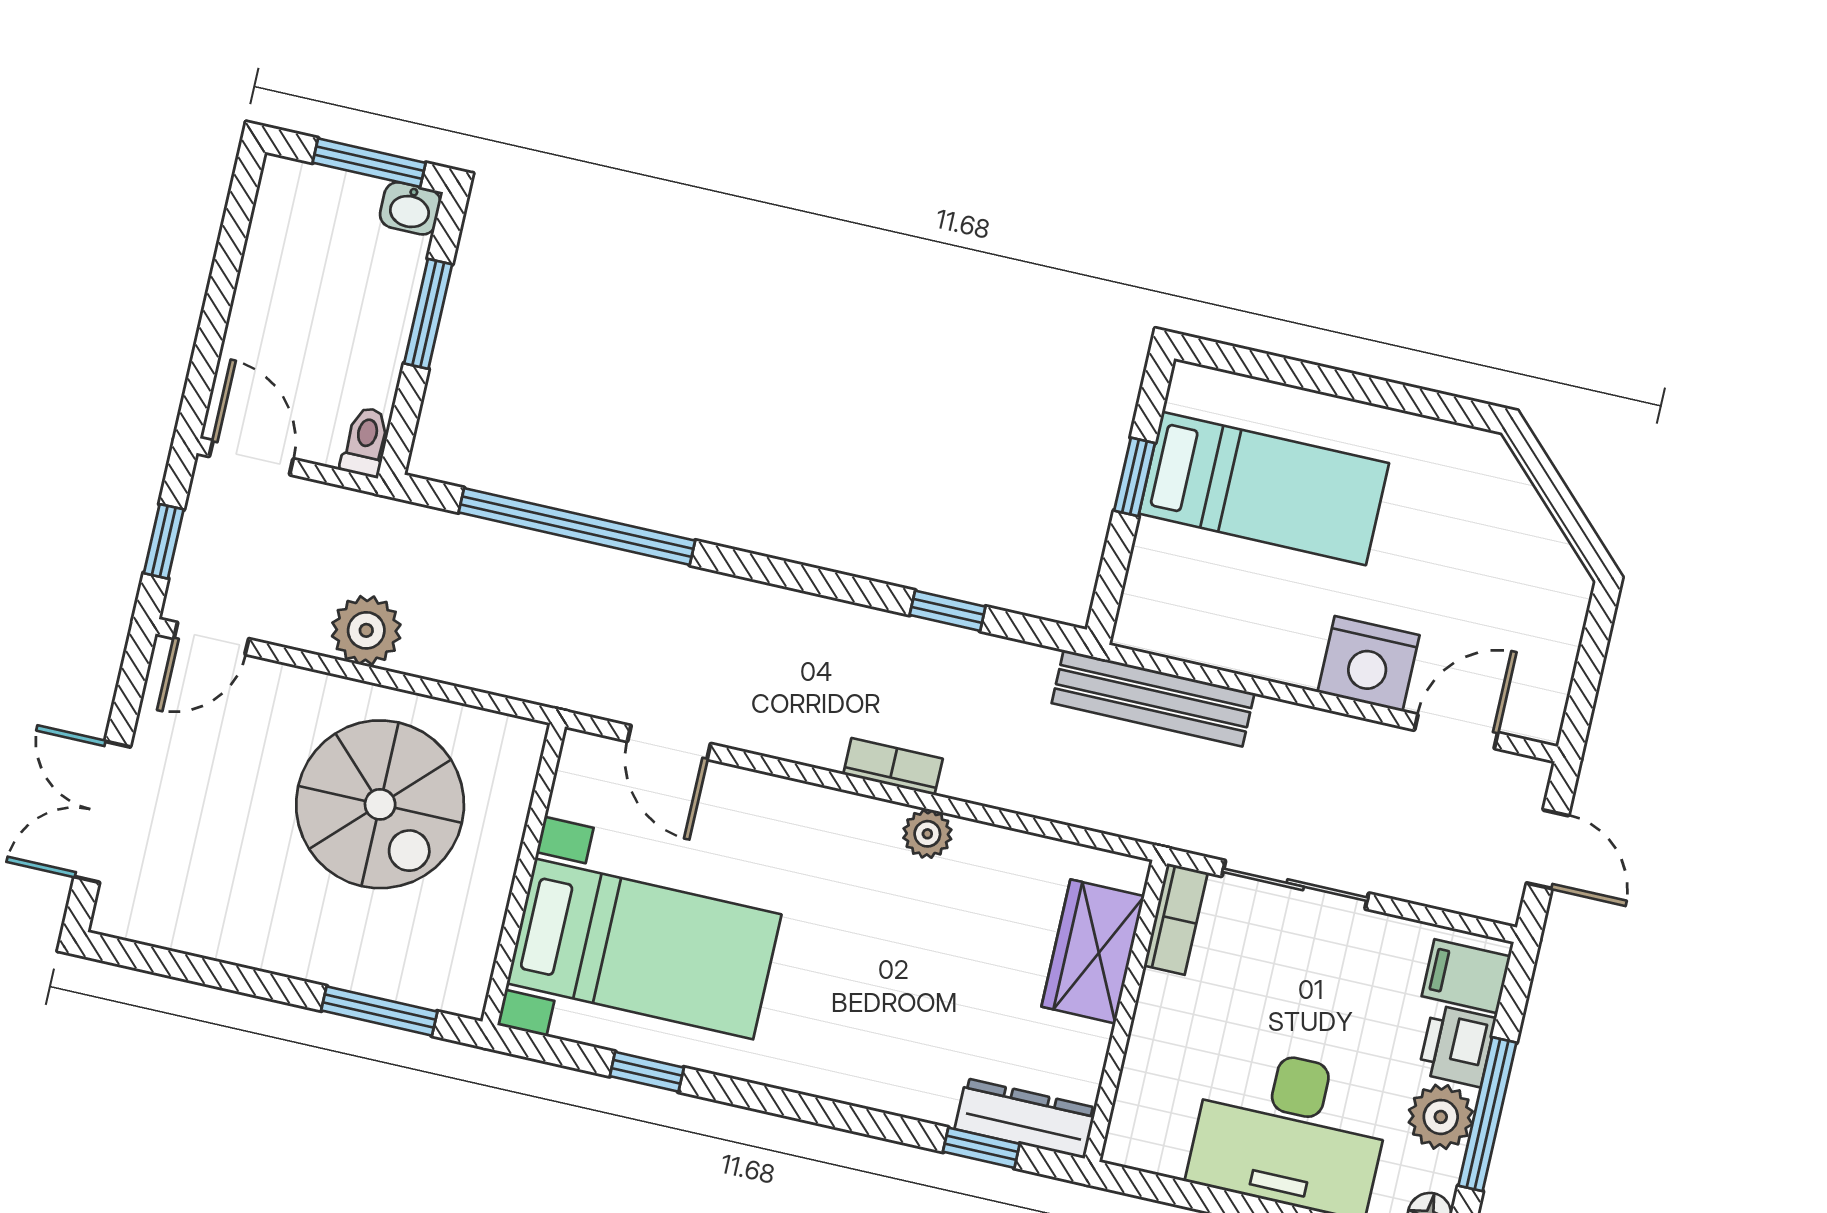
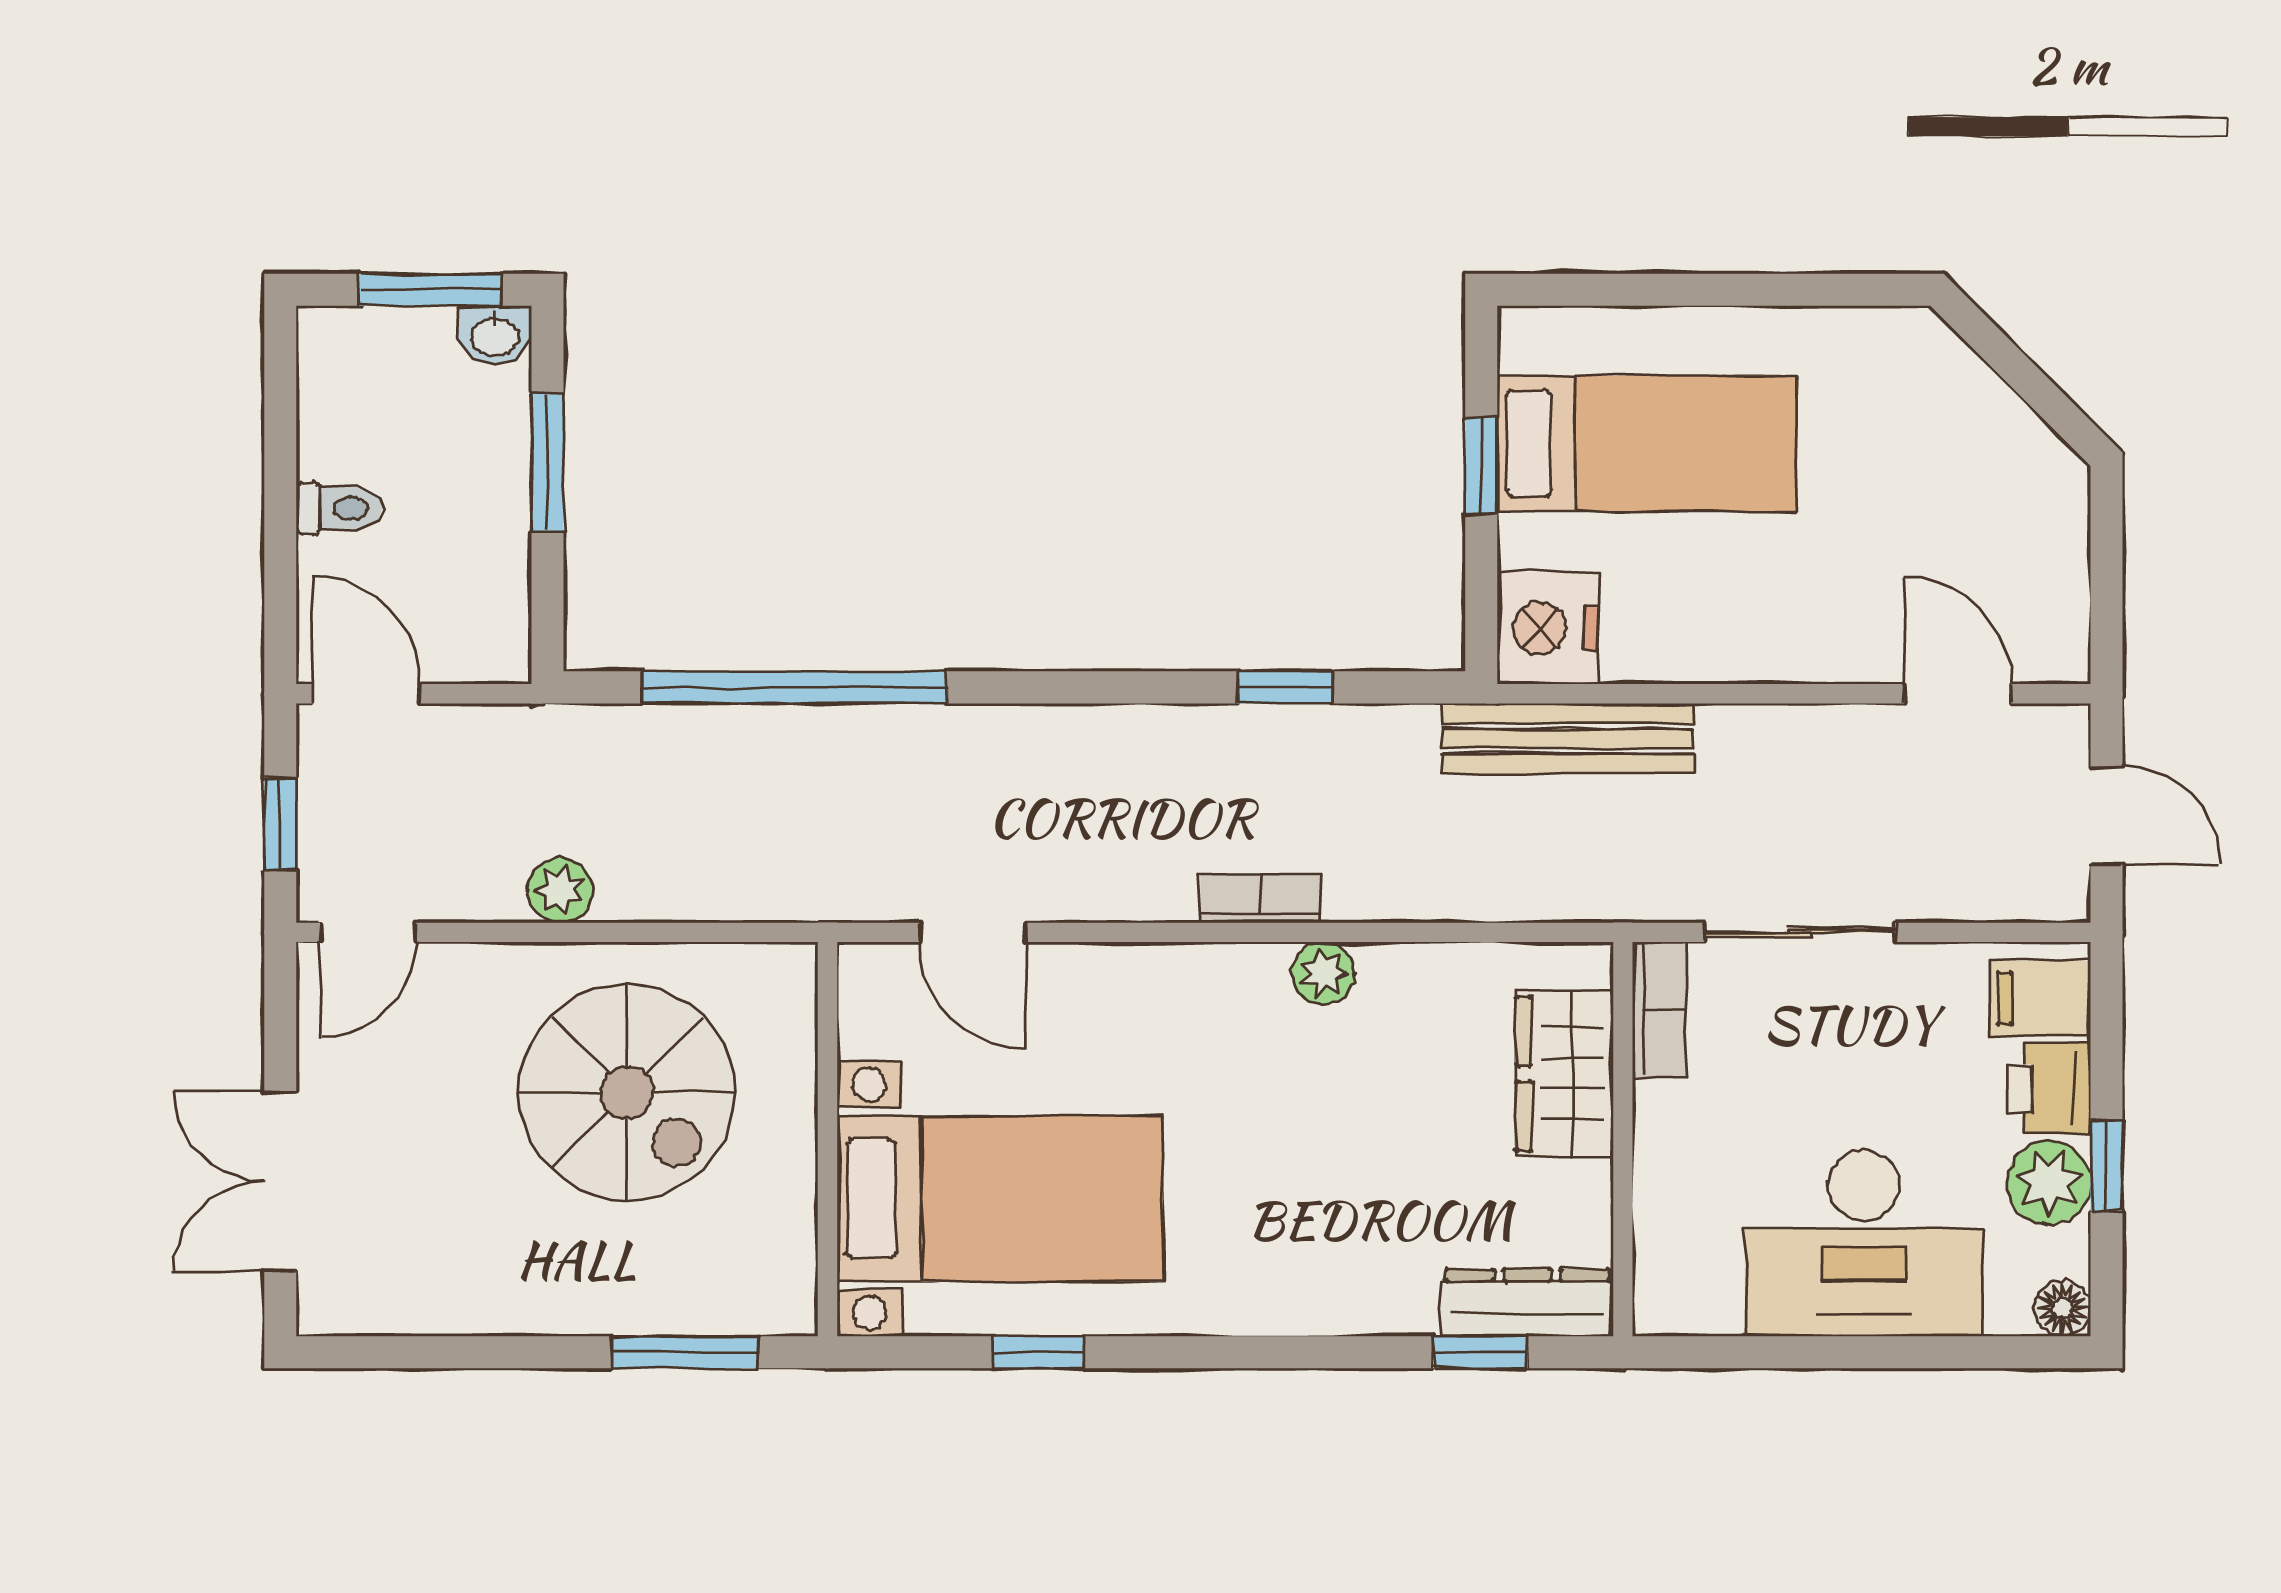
toilet: (365, 442) -> (339, 508), moved, turned 90
plant: (366, 630) -> (560, 890), width x0.73, depth x0.73
nightstand: (1368, 664) -> (1548, 628), moved, turned 90
door: (1456, 731) -> (1958, 694), hinge flipped
window: (1487, 1114) -> (2106, 1166), width x0.46

